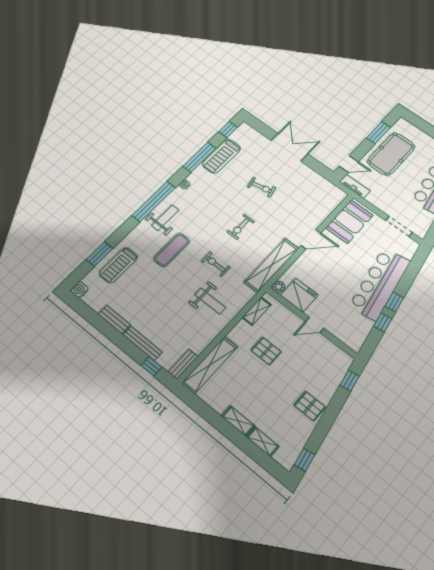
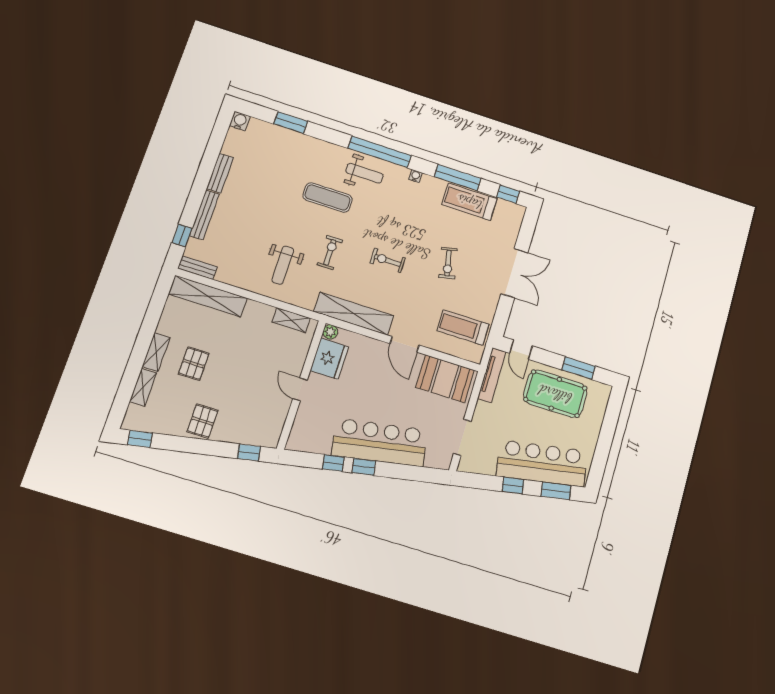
tv unit: (355, 186) -> (492, 375), width x1.41
treadmill: (118, 265) -> (463, 327), moved
pallet: (266, 351) -> (194, 364), moved

